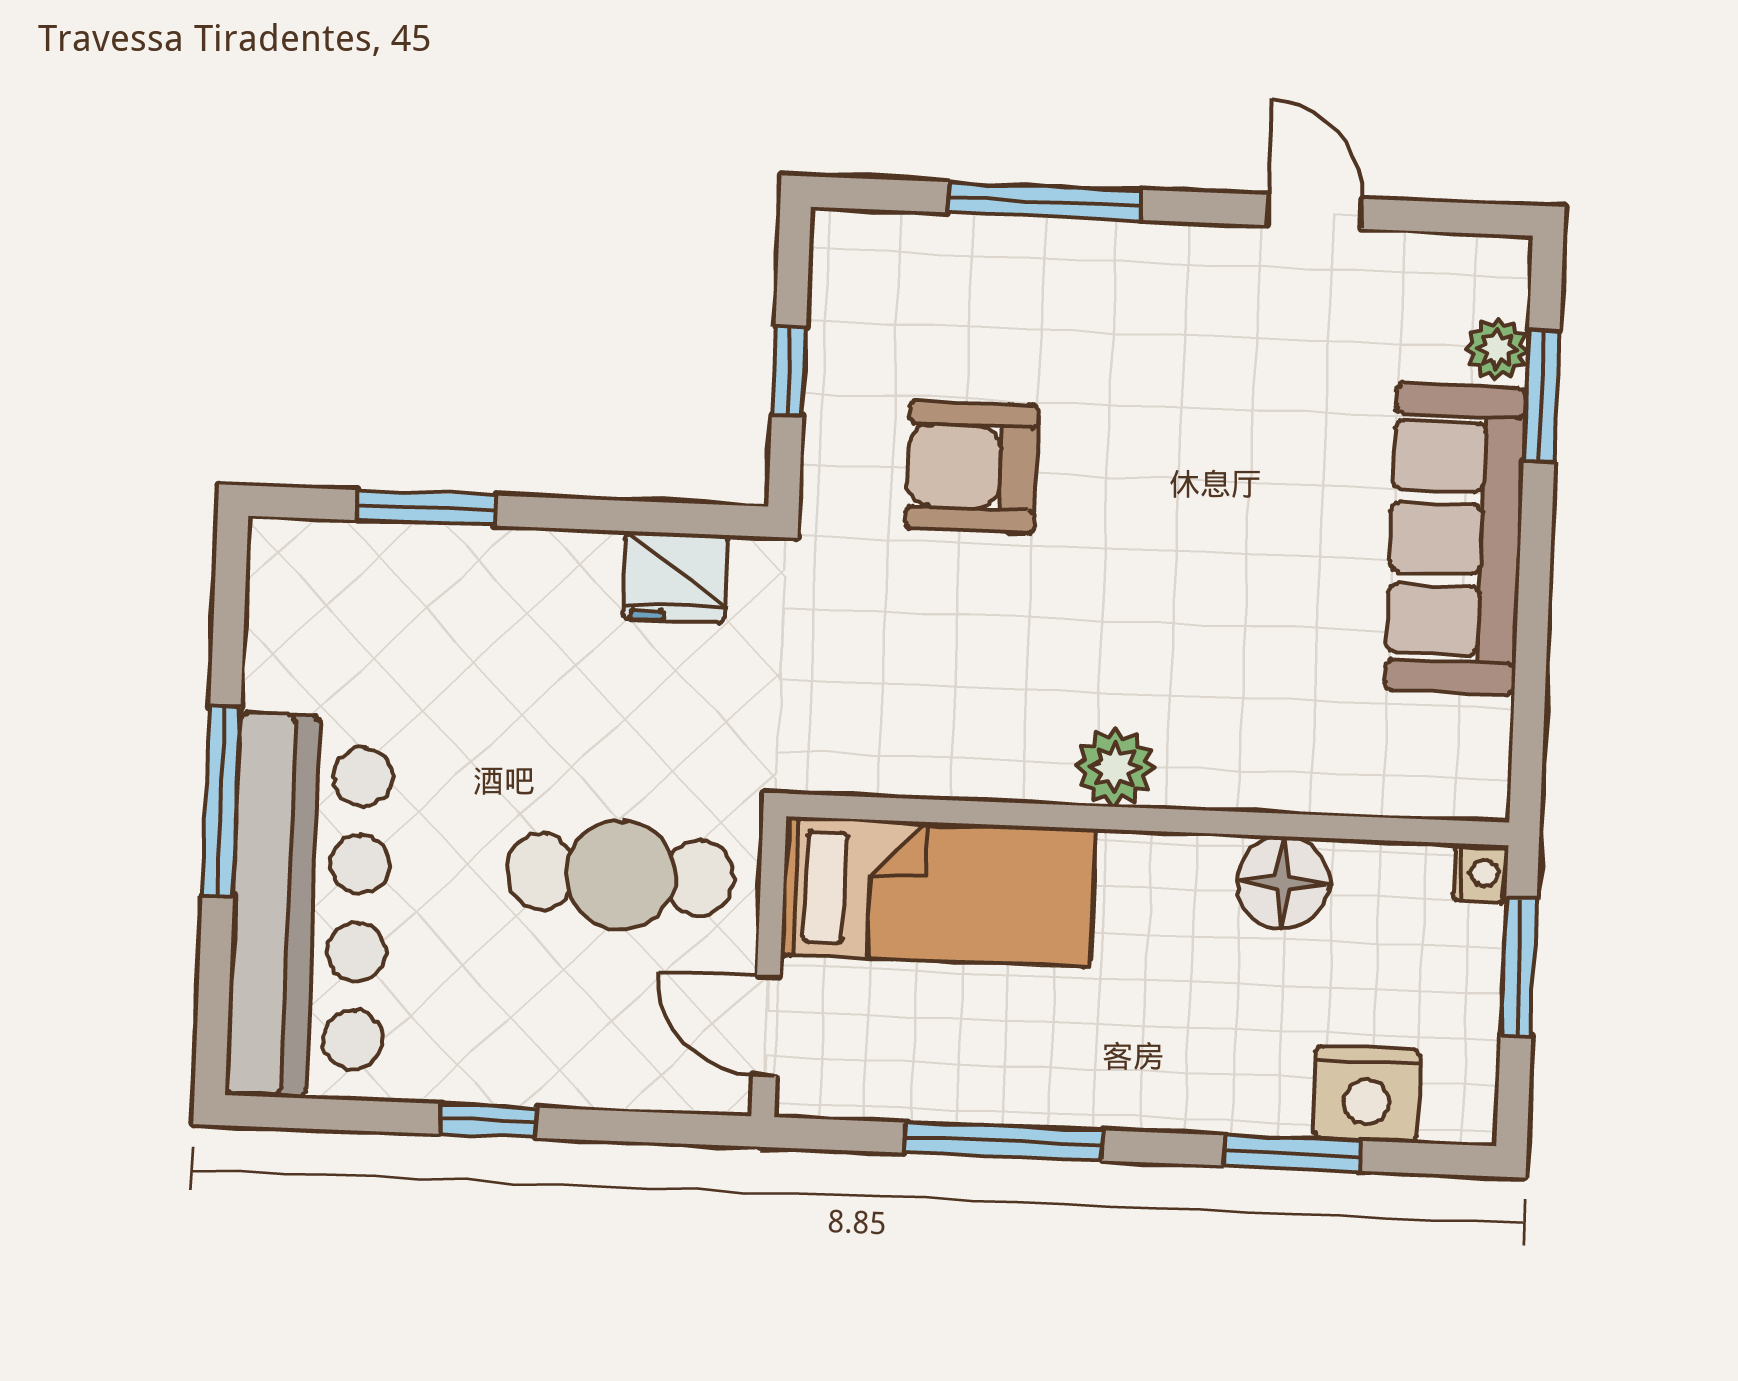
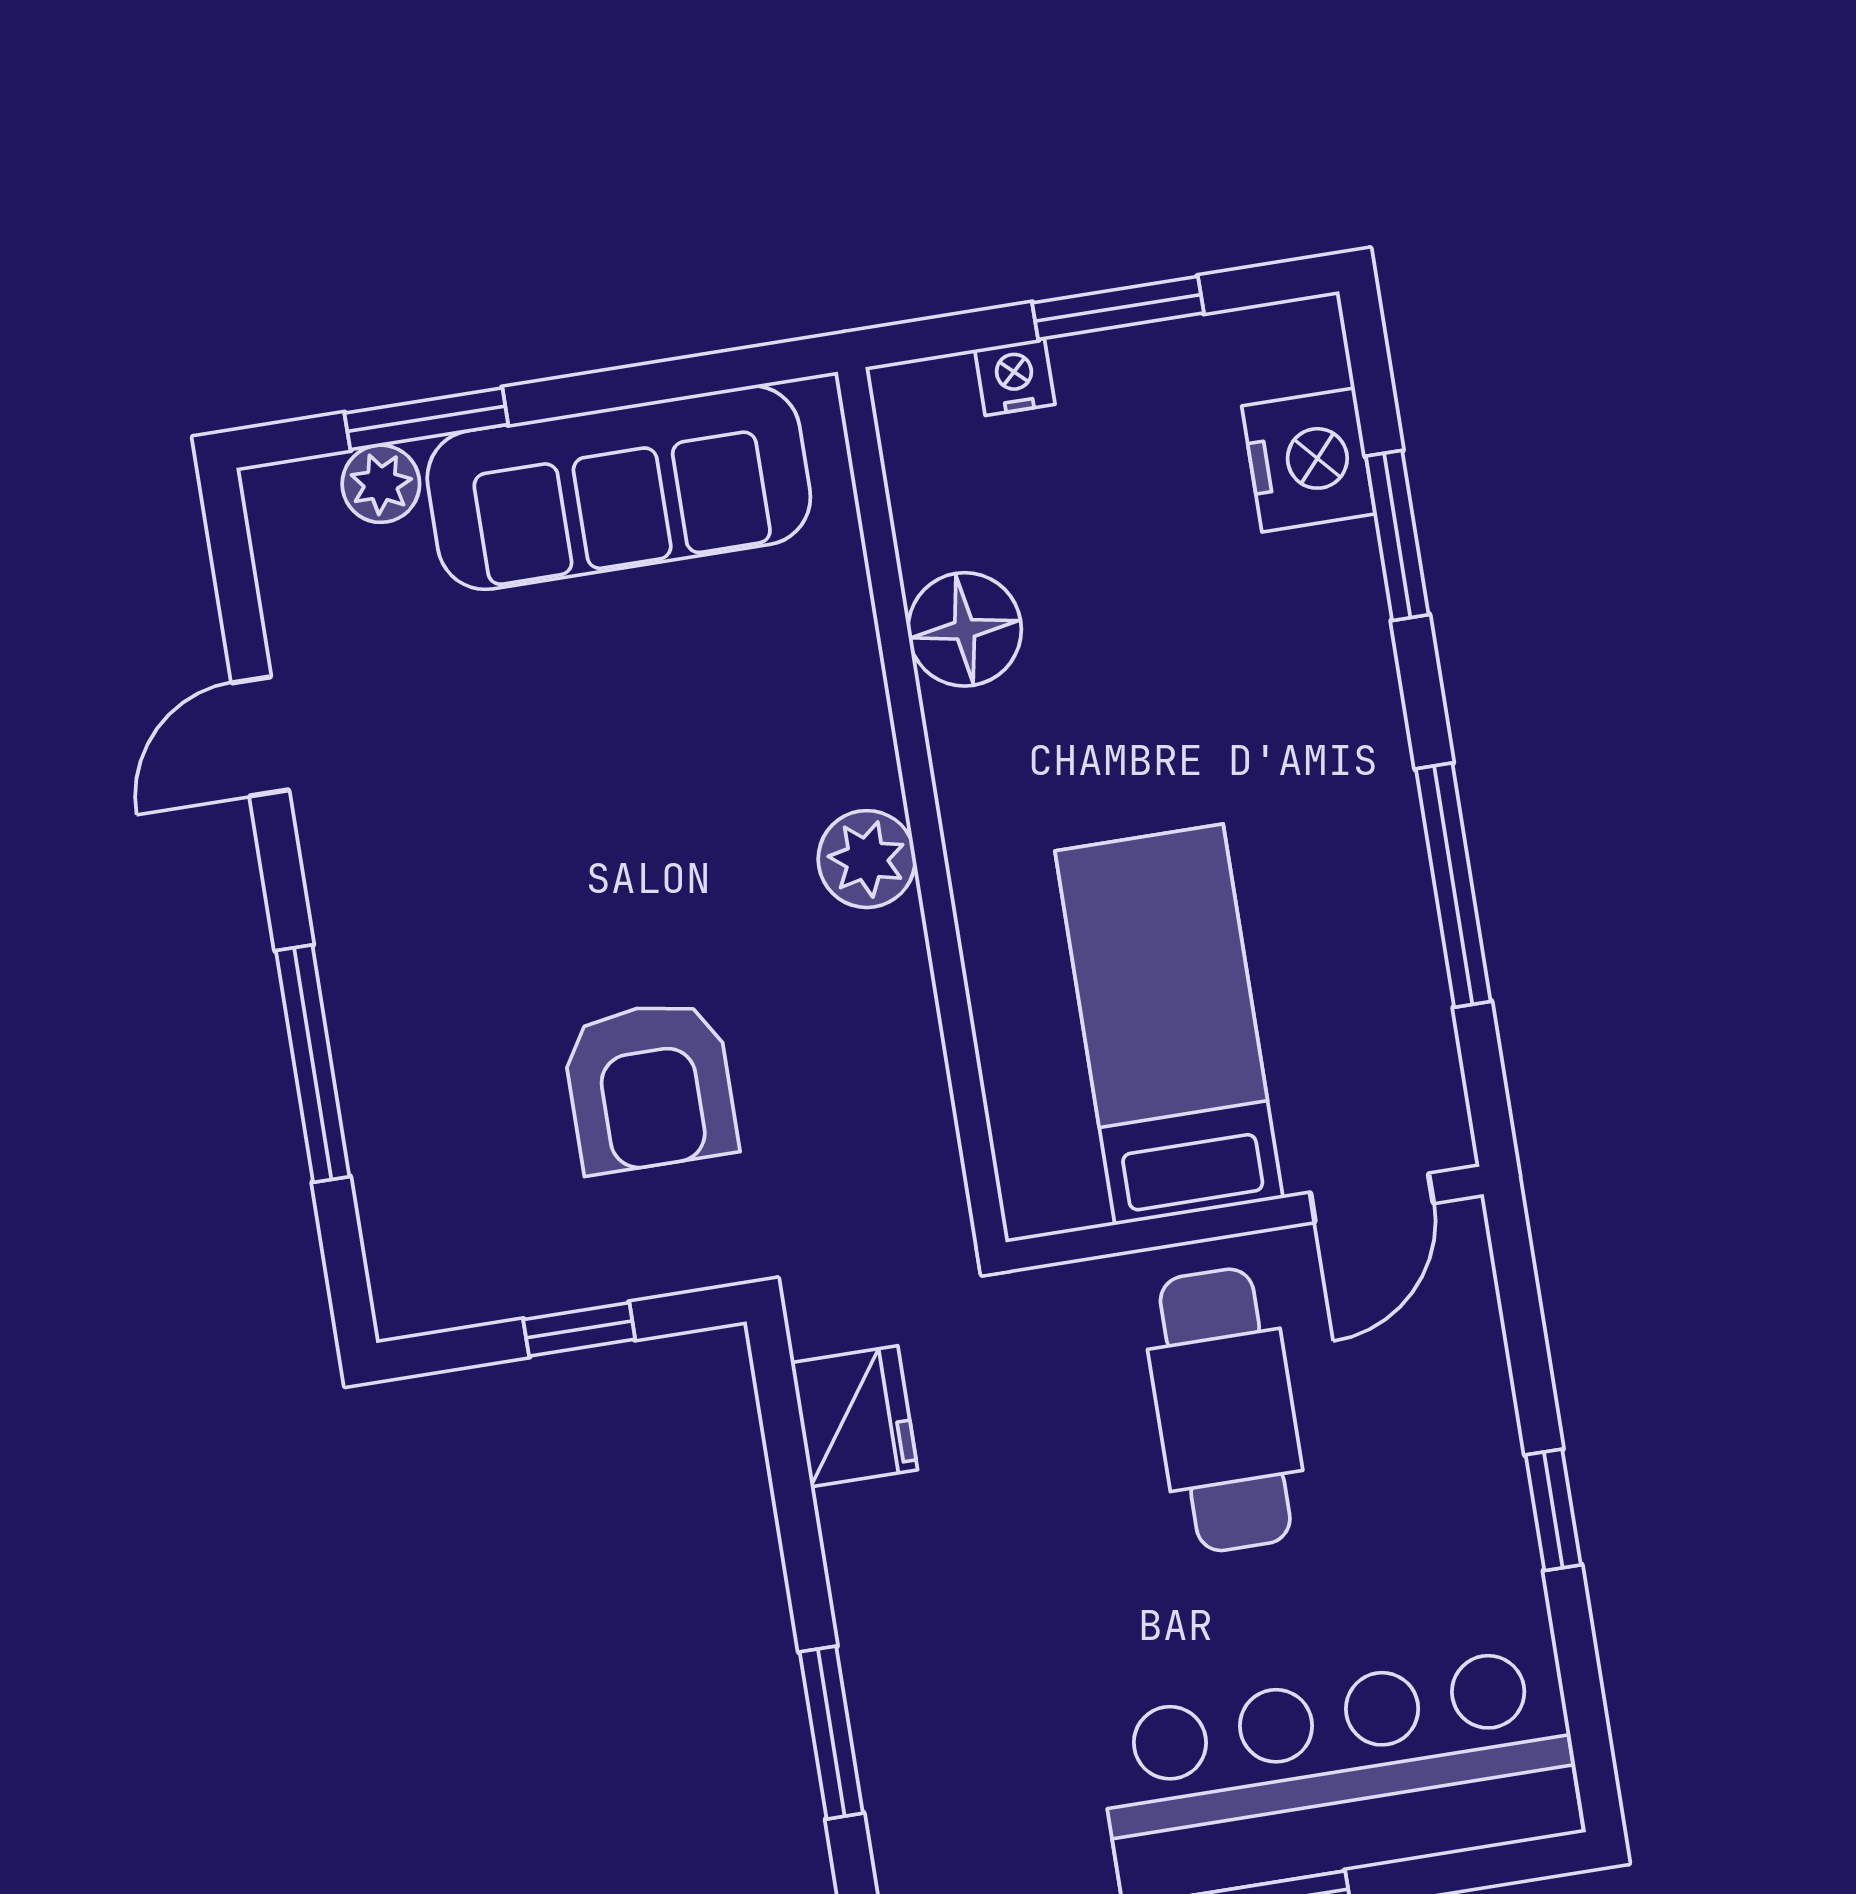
plant: (1115, 767) -> (867, 859), moved
wall: (1148, 819) -> (922, 807), moved
floor lamp: (1283, 882) -> (965, 629), moved

